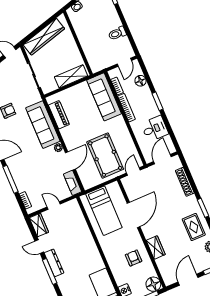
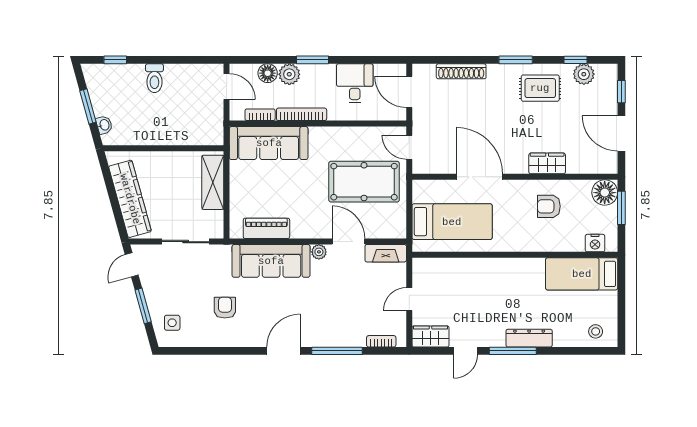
toilet: (117, 33) -> (154, 78), moved
plant: (145, 92) -> (289, 74), added
dresser: (54, 263) -> (529, 338), moved

